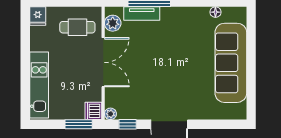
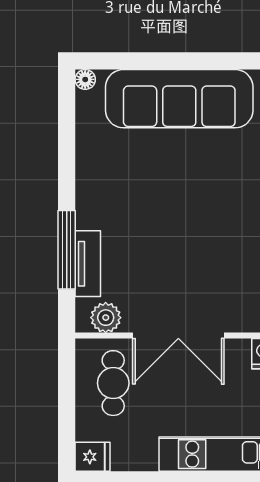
floor lamp: (215, 12) -> (85, 79), moved
double door: (103, 62) -> (178, 336), swing flipped

